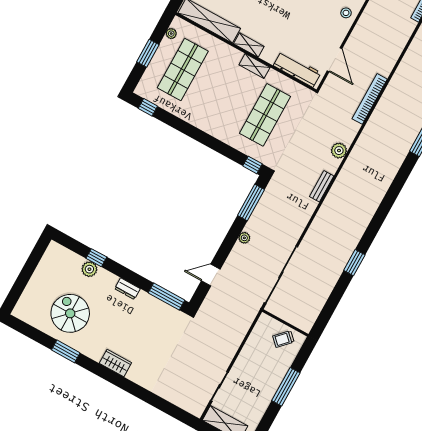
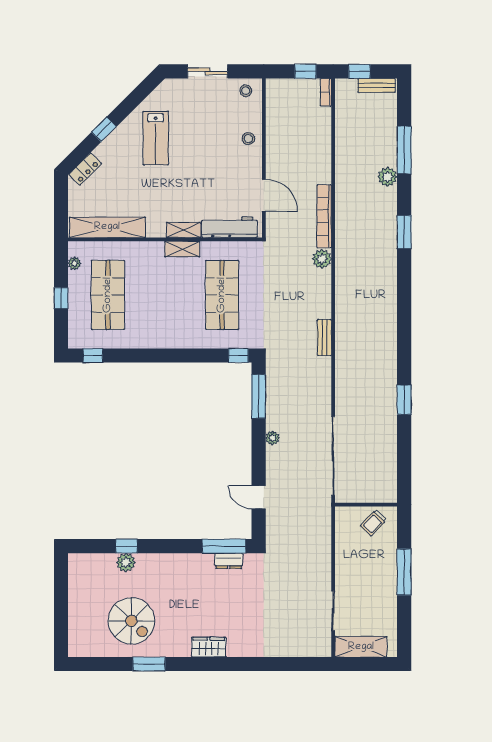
shelving: (249, 45) -> (183, 230), moved
window: (148, 53) -> (61, 298), width x0.67
plant: (339, 151) -> (322, 259), moved
door: (211, 275) -> (259, 497), hinge flipped
dresser: (127, 289) -> (229, 561), moved
spiral stairs: (70, 313) -> (131, 621), turned 180

